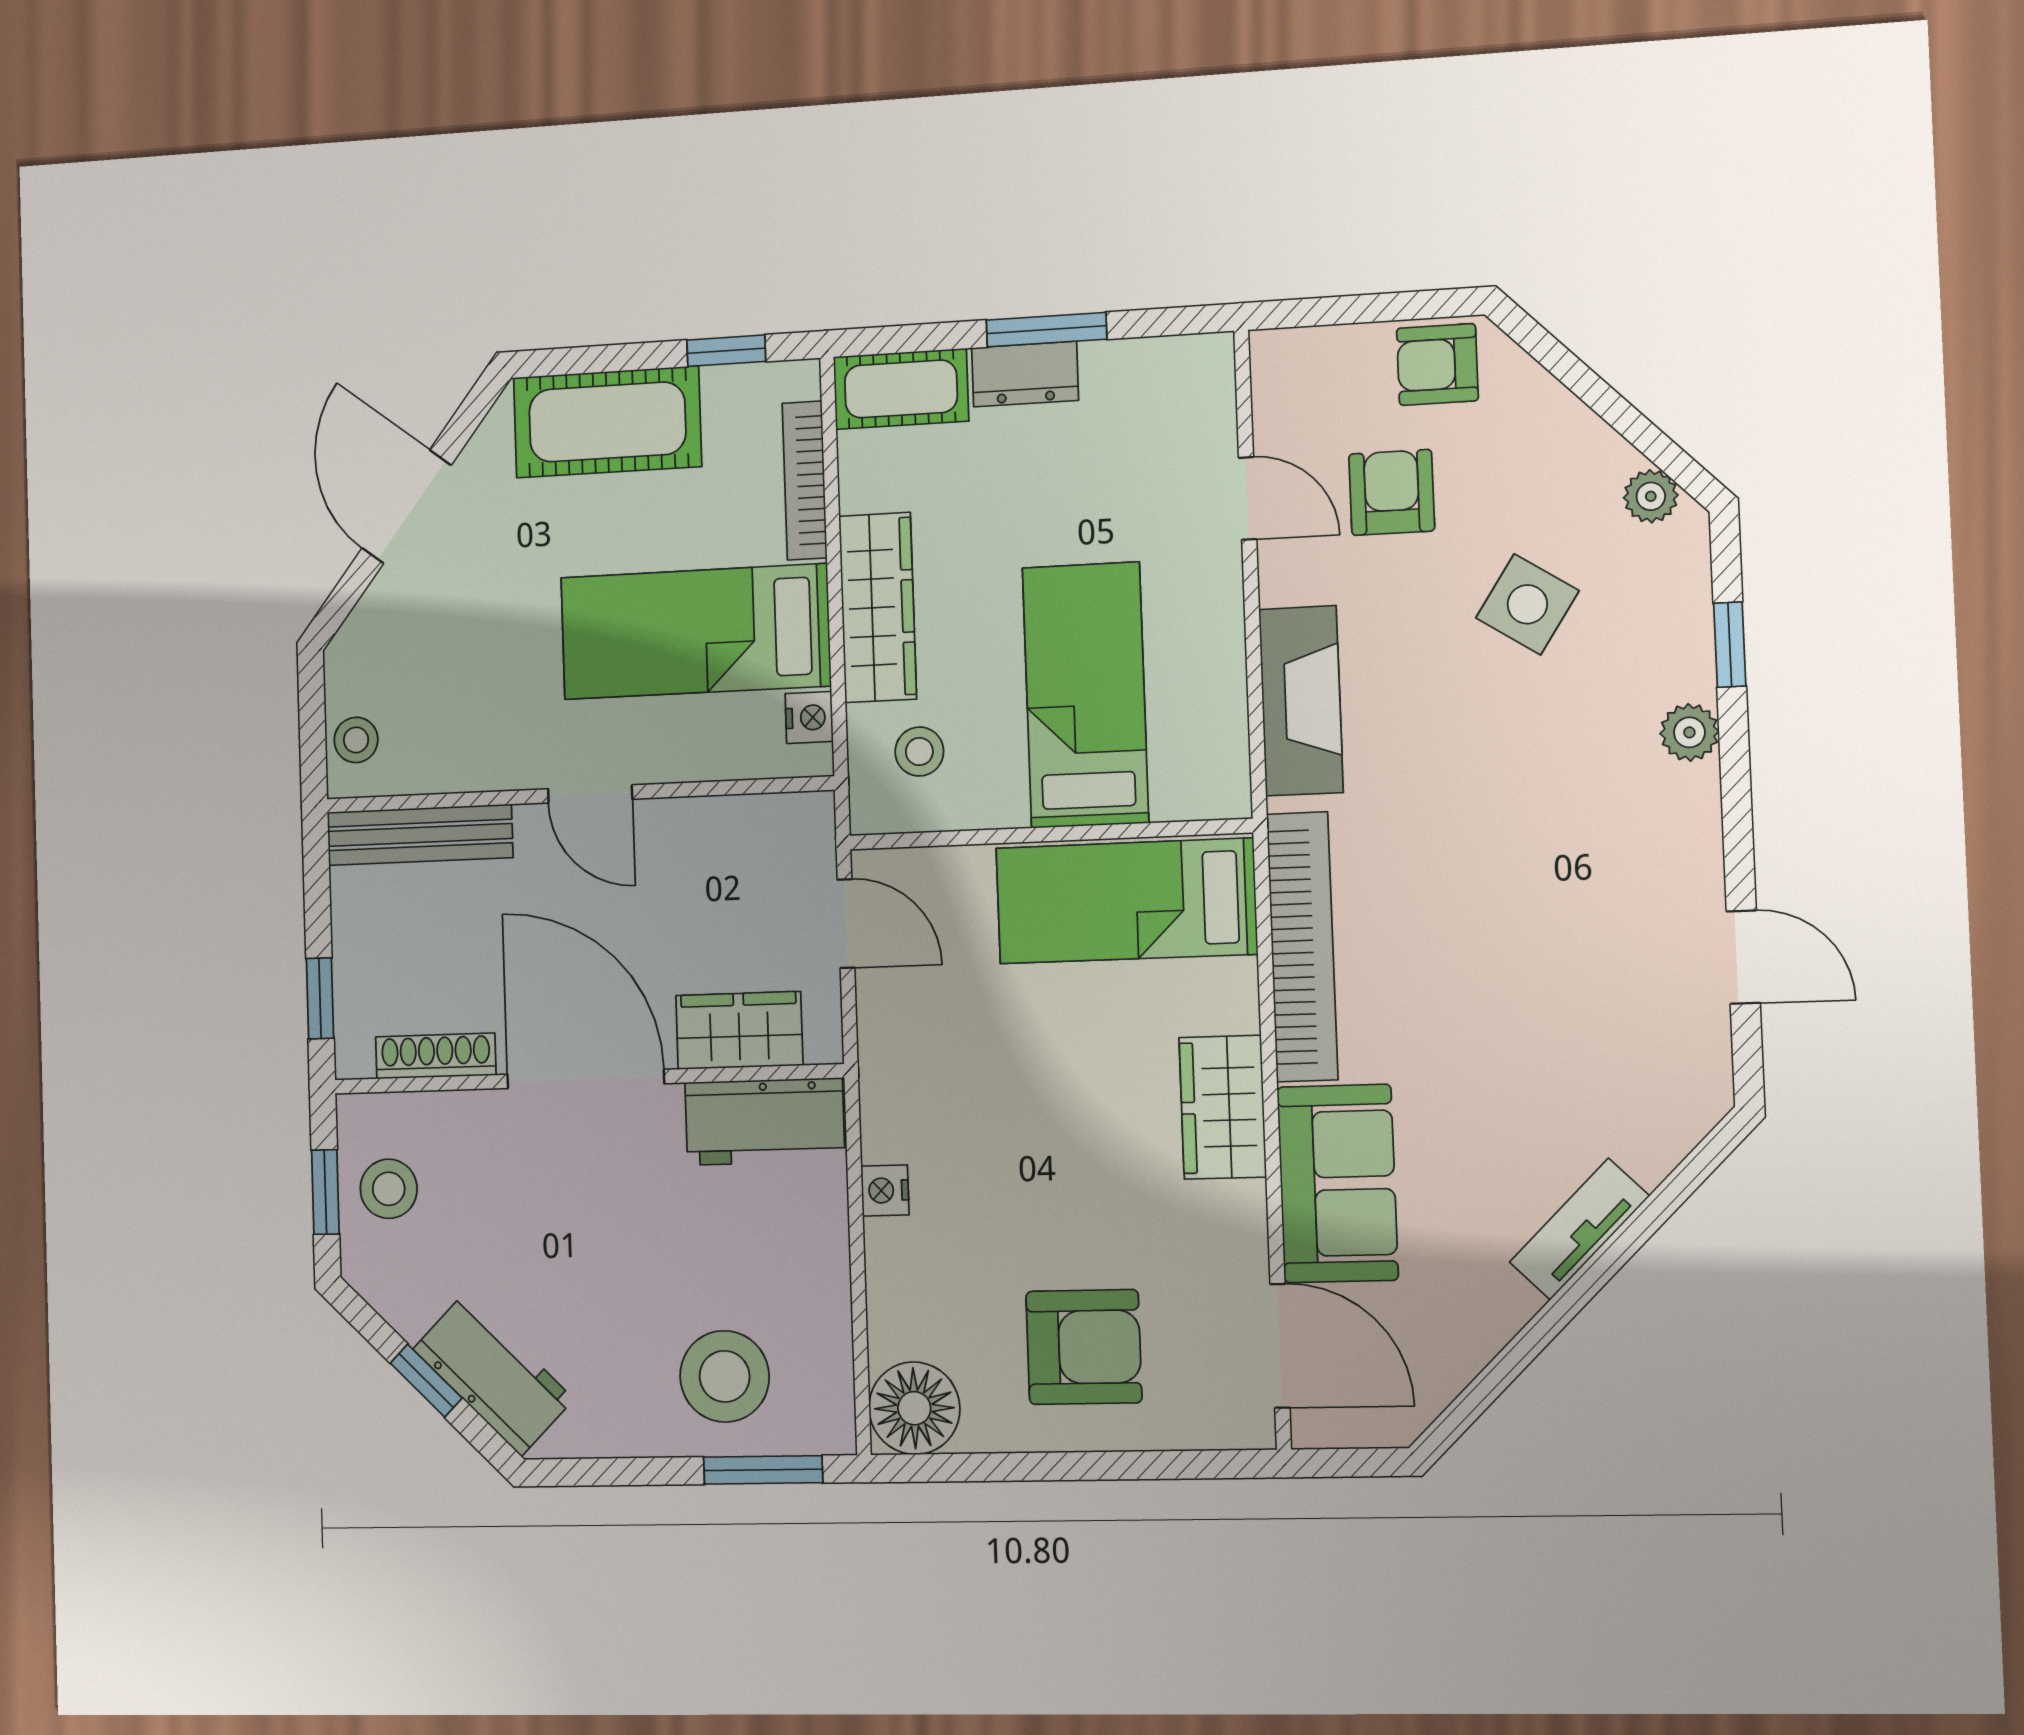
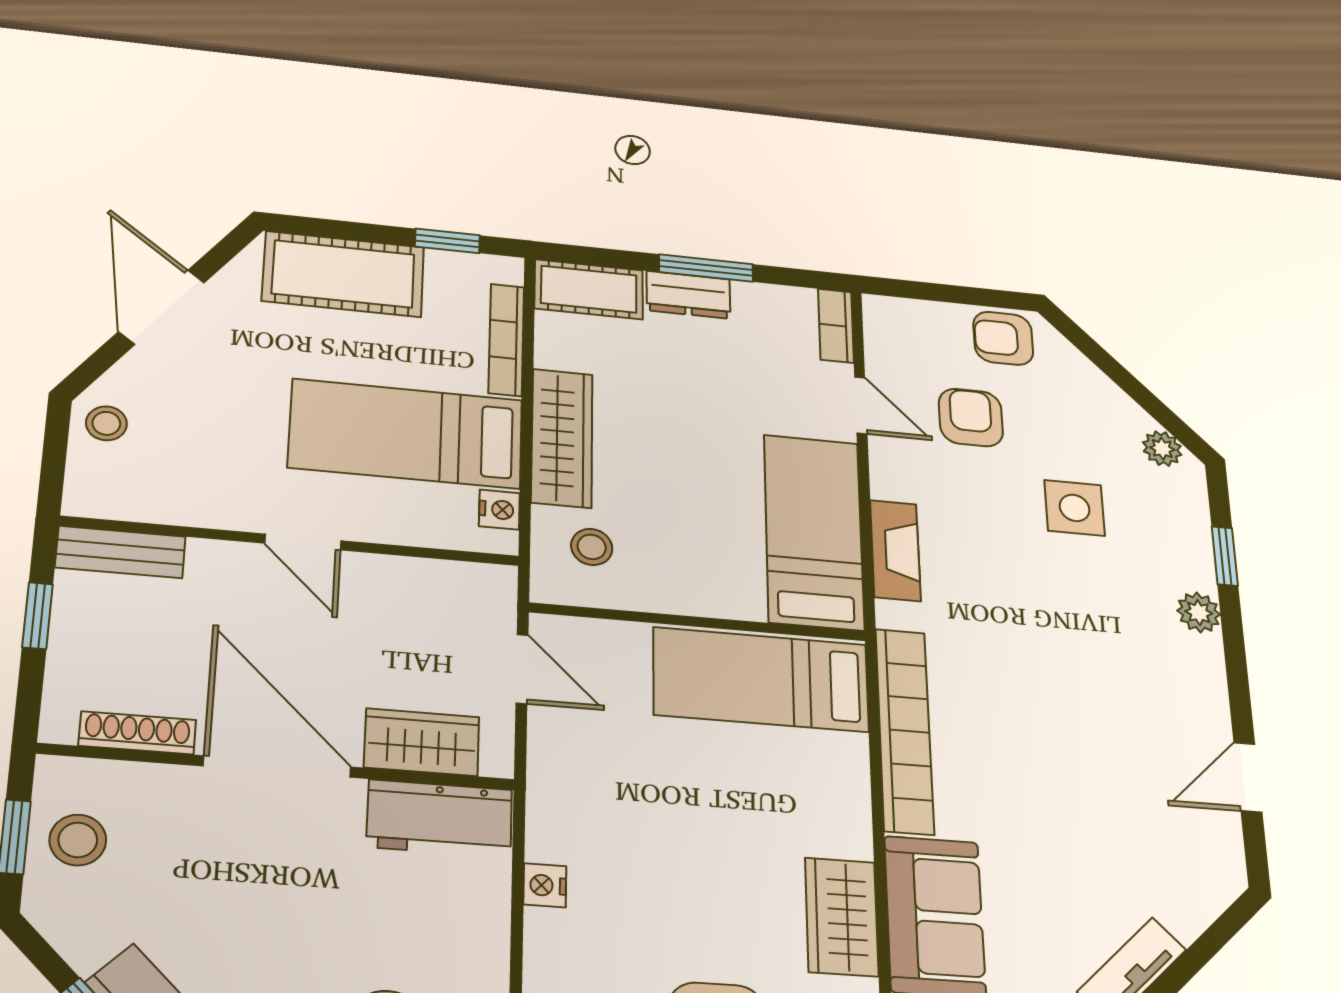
bookcase: (1215, 385) -> (836, 326), added
side table: (1527, 604) -> (1075, 508), turned -33
bed: (1085, 695) -> (814, 532), moved
fireplace: (1301, 701) -> (895, 551), width x0.73, depth x0.76
stool: (356, 740) -> (106, 423), moved
bench: (420, 835) -> (120, 552), width x0.73
door: (1743, 957) -> (1248, 777), swing flipped
window: (320, 998) -> (38, 616), moved
wardrobe: (1223, 1107) -> (842, 917), moved

